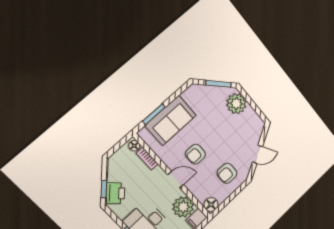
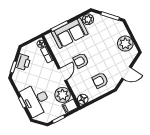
plant: (190, 95) -> (88, 19), added
plant: (236, 104) -> (125, 44), moved
door: (176, 180) -> (62, 74), hinge flipped
printer: (115, 193) -> (23, 62), moved

